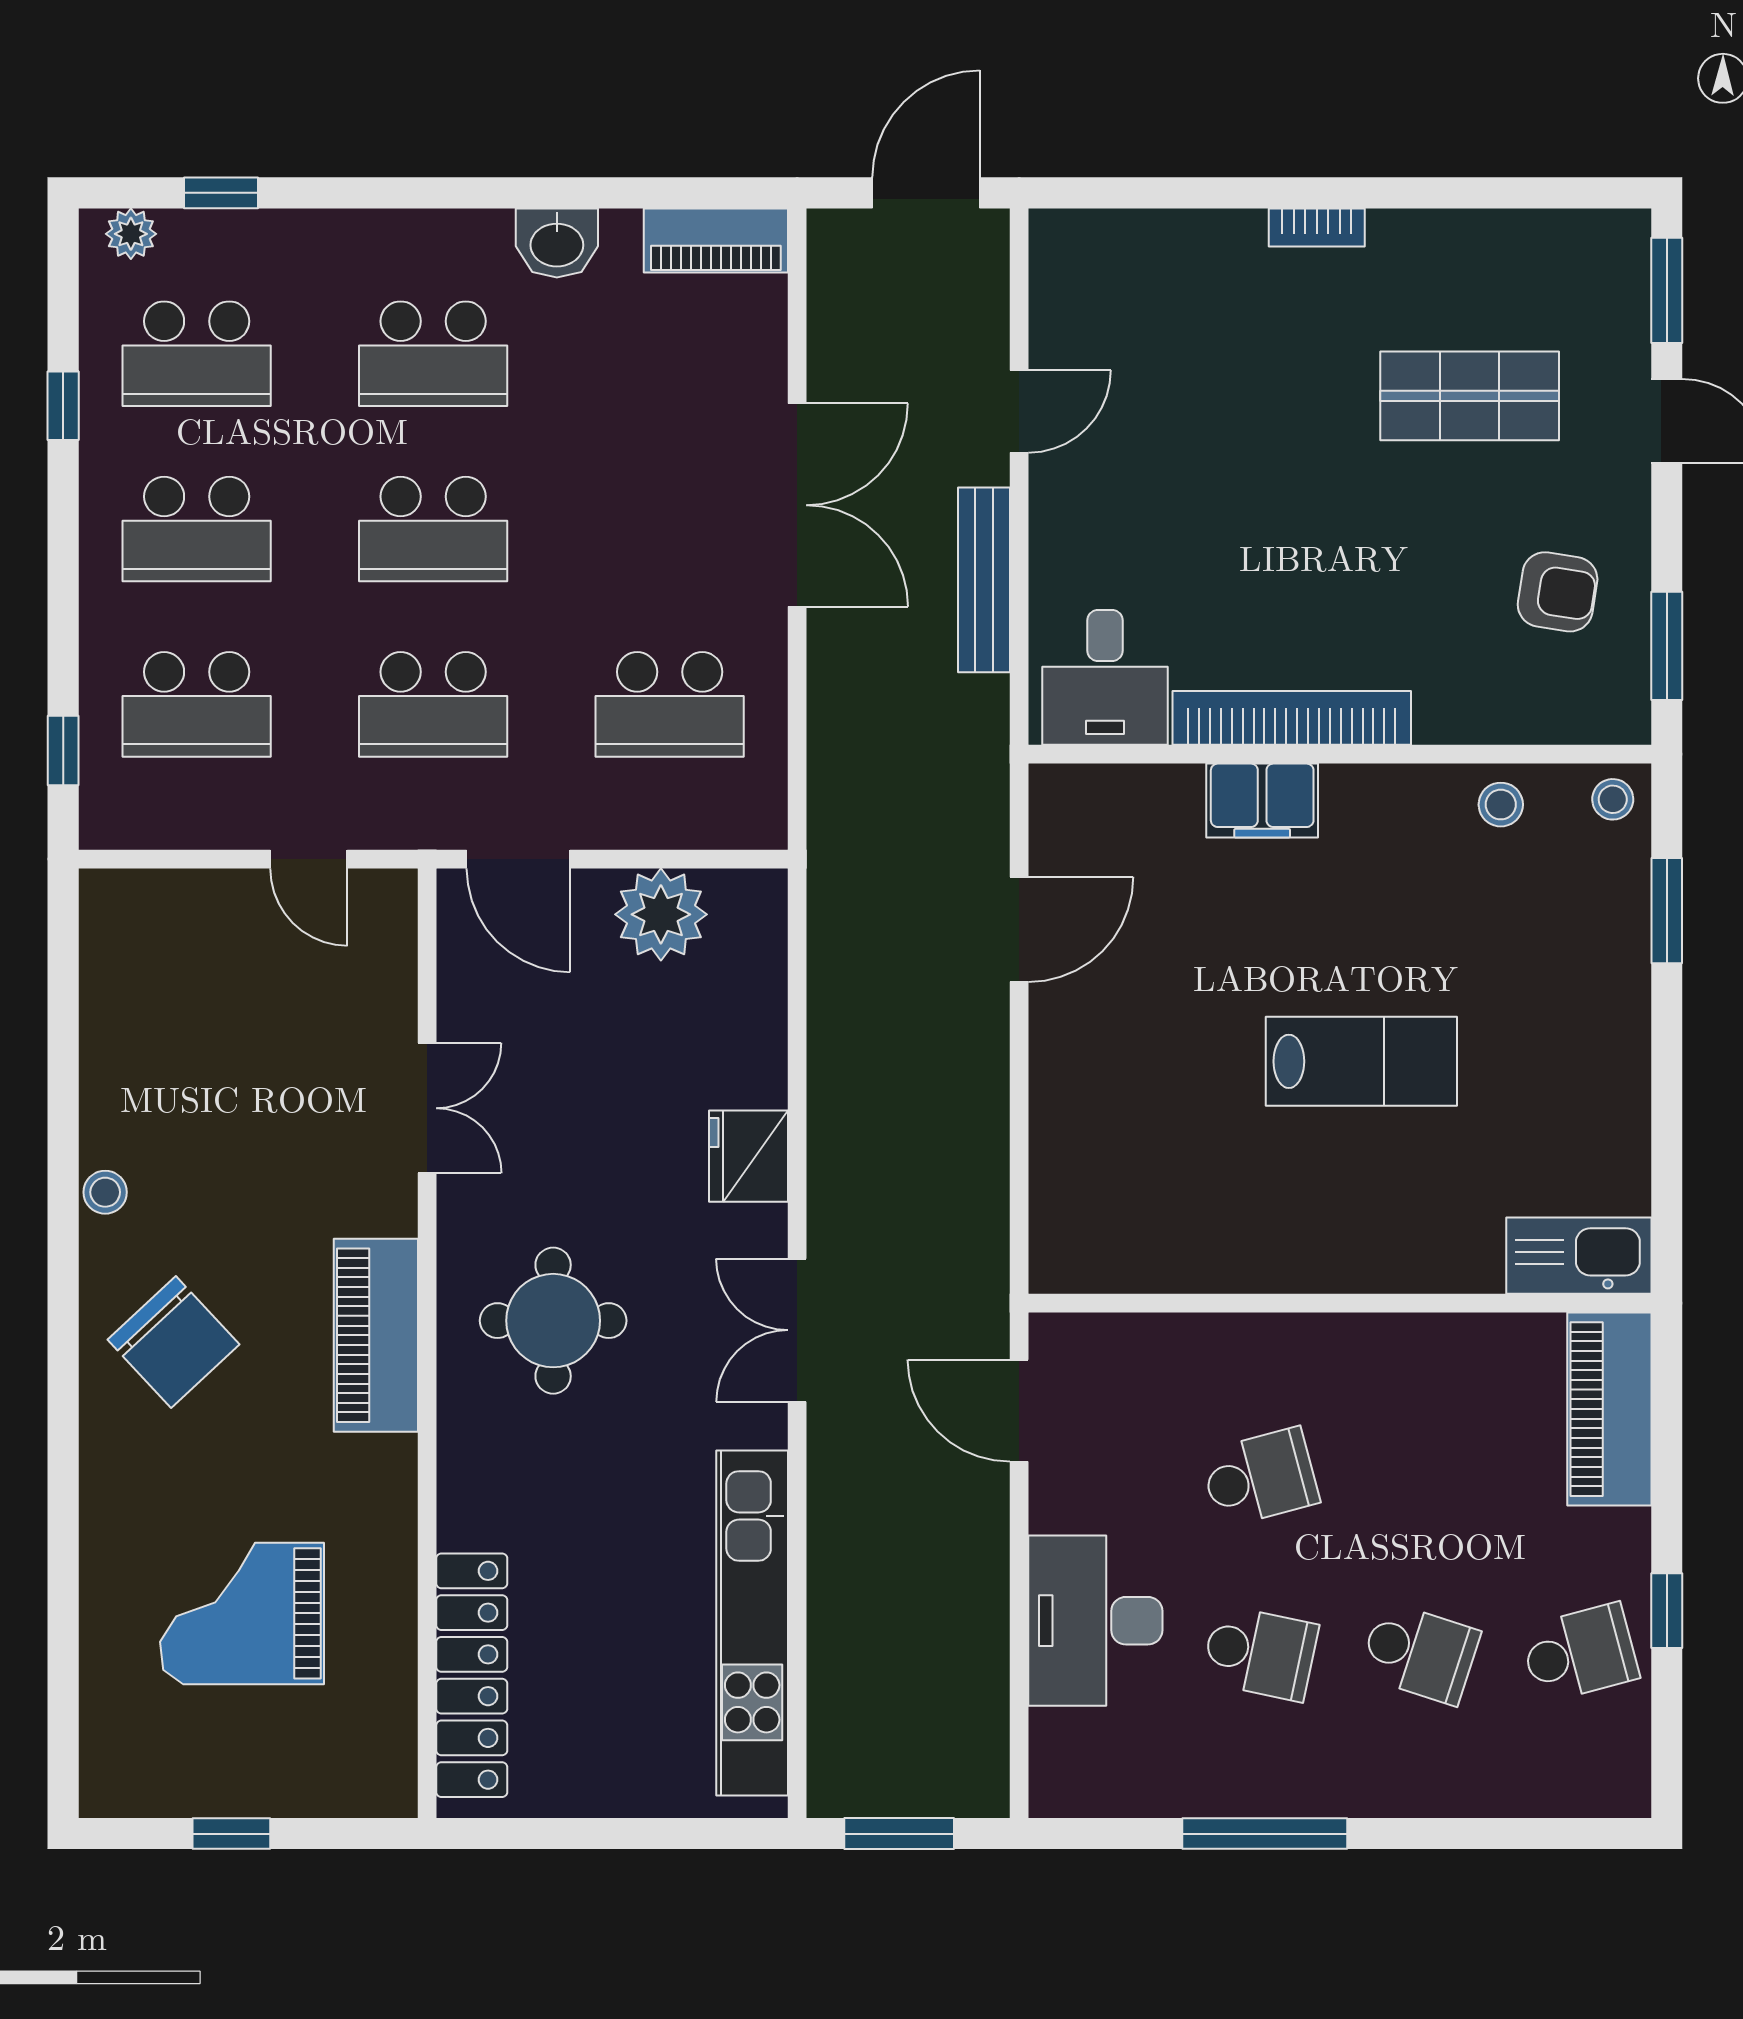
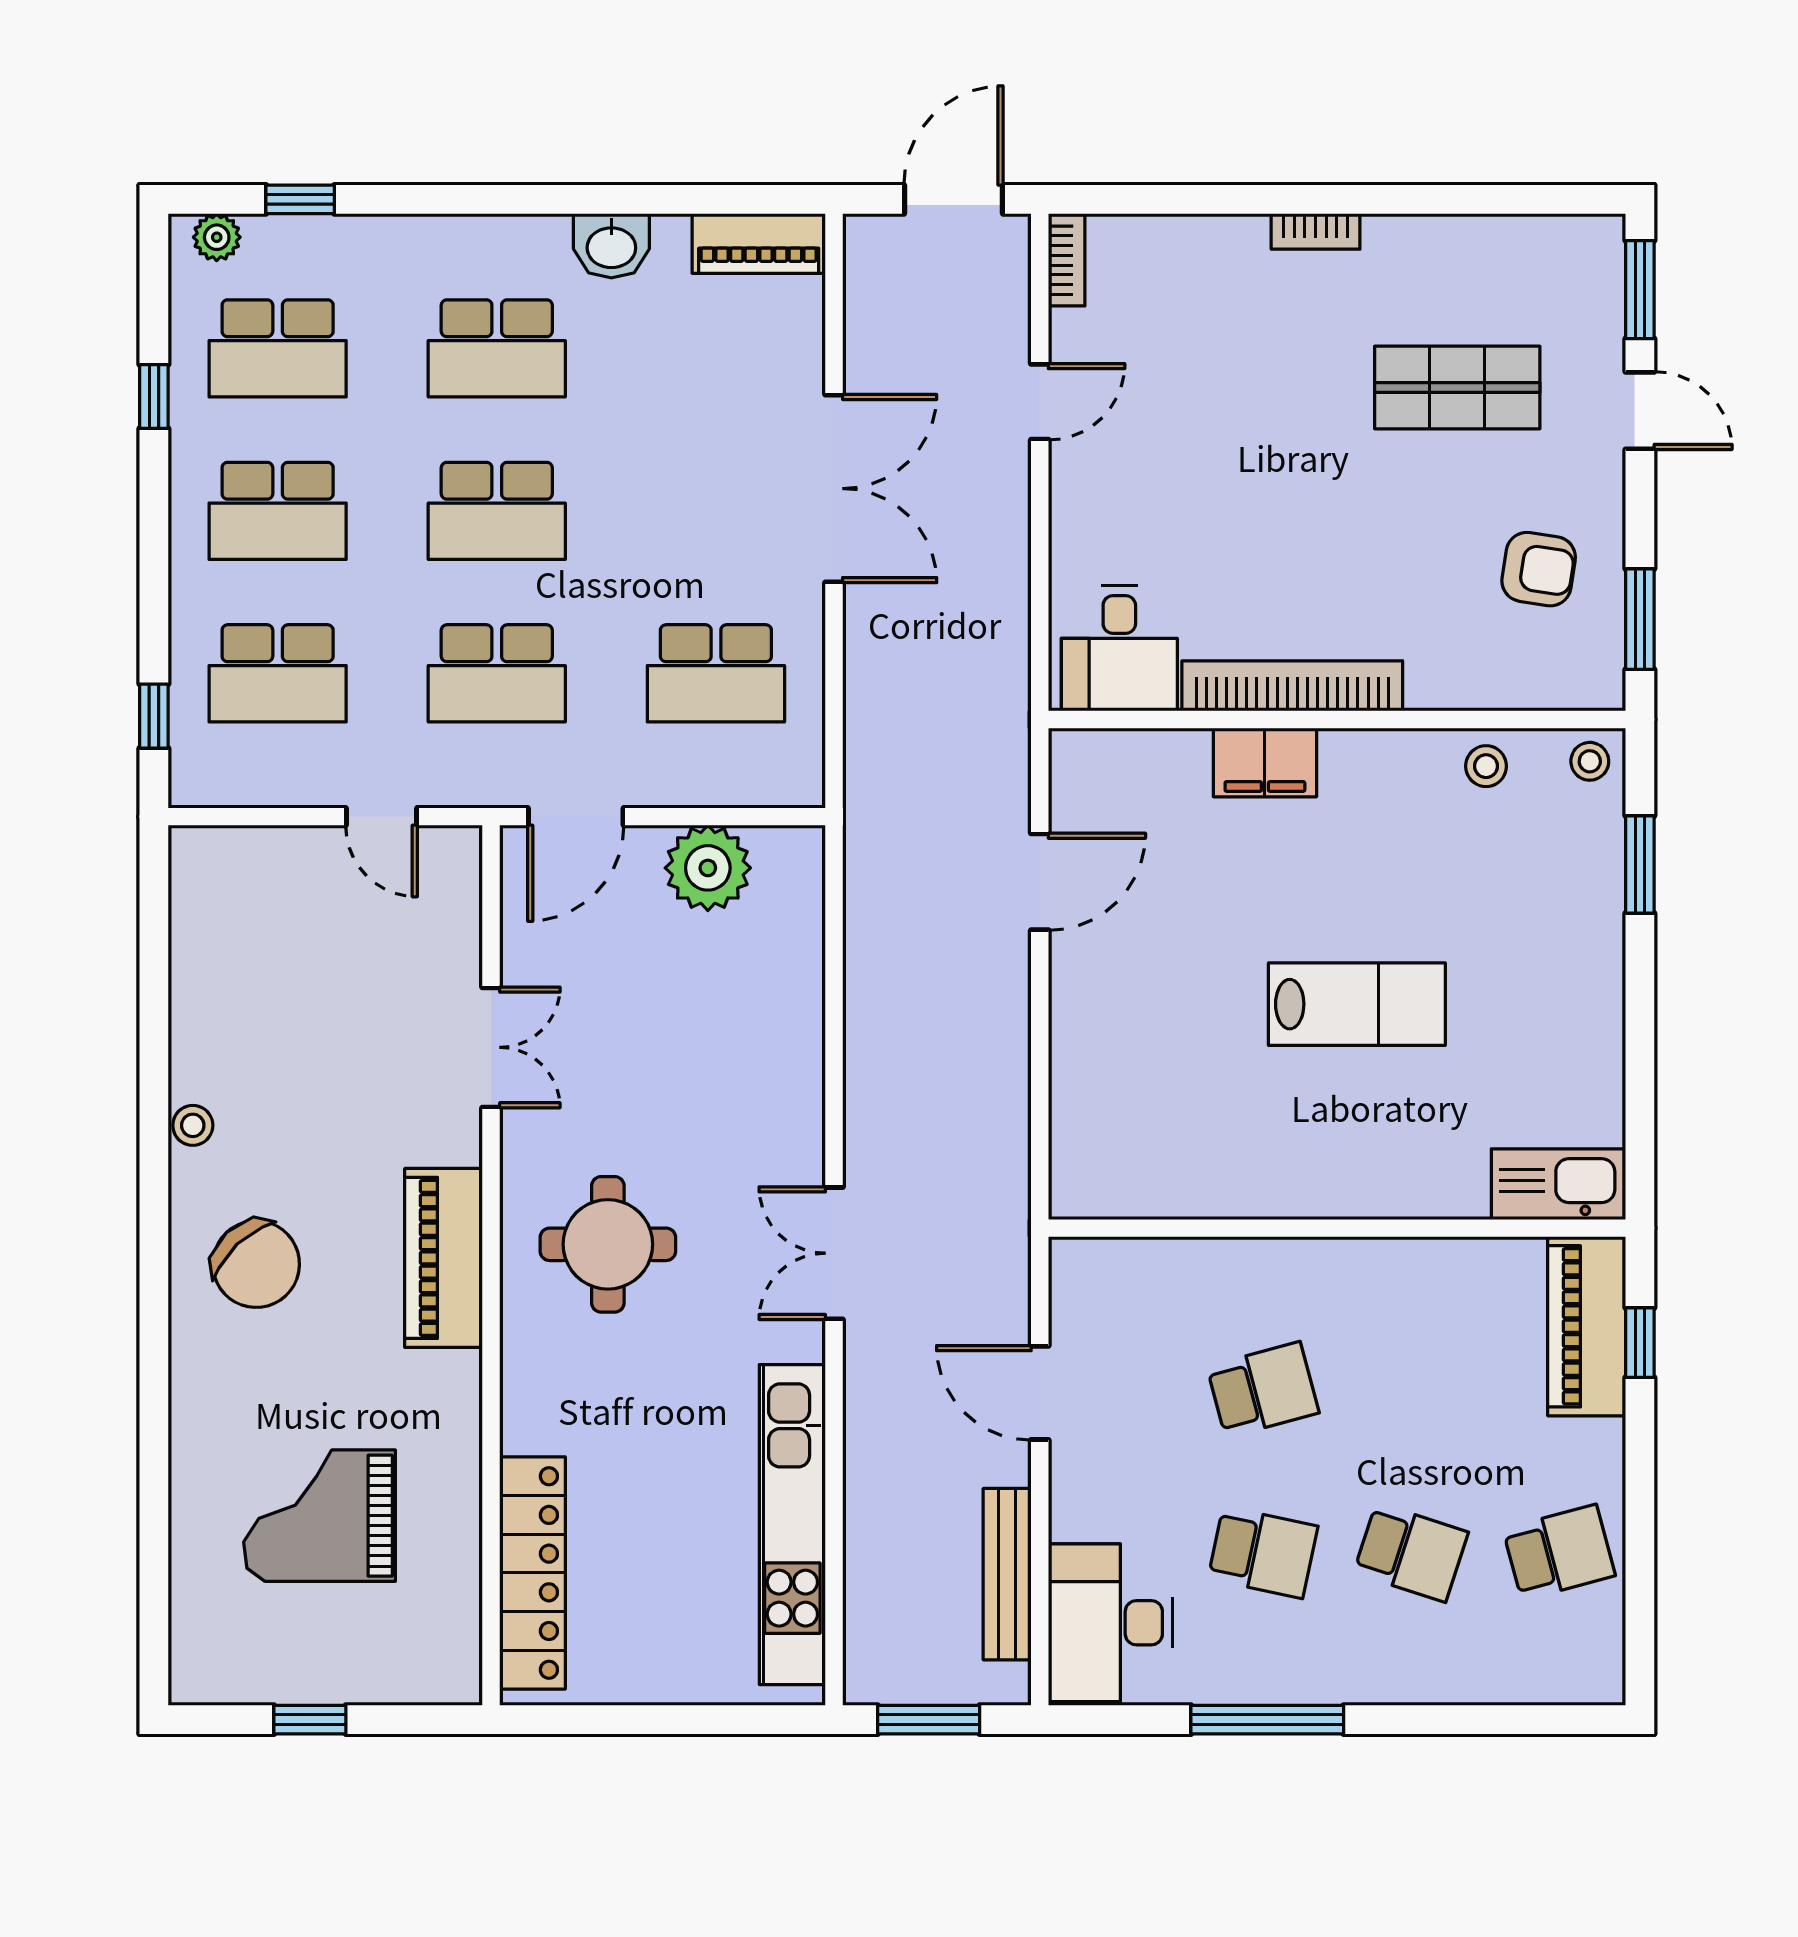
bookcase: (1048, 259) -> (1067, 260), added
bench: (984, 580) -> (1007, 1574), moved
door: (518, 859) -> (576, 817), hinge flipped
fridge: (748, 1156) -> (789, 1092), removed
door: (1019, 1411) -> (1040, 1393), moved
window: (1667, 1611) -> (1640, 1343), moved
desk: (1095, 1621) -> (1110, 1623), moved

